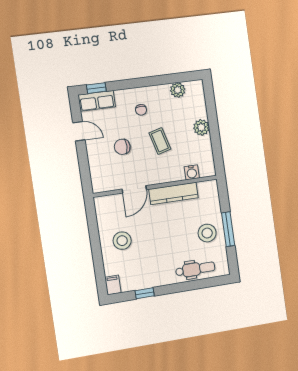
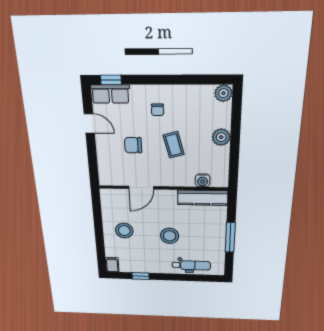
plant: (178, 90) -> (223, 93), moved
kitchen counter: (174, 193) -> (203, 198), moved
stool: (207, 233) -> (170, 236), moved

